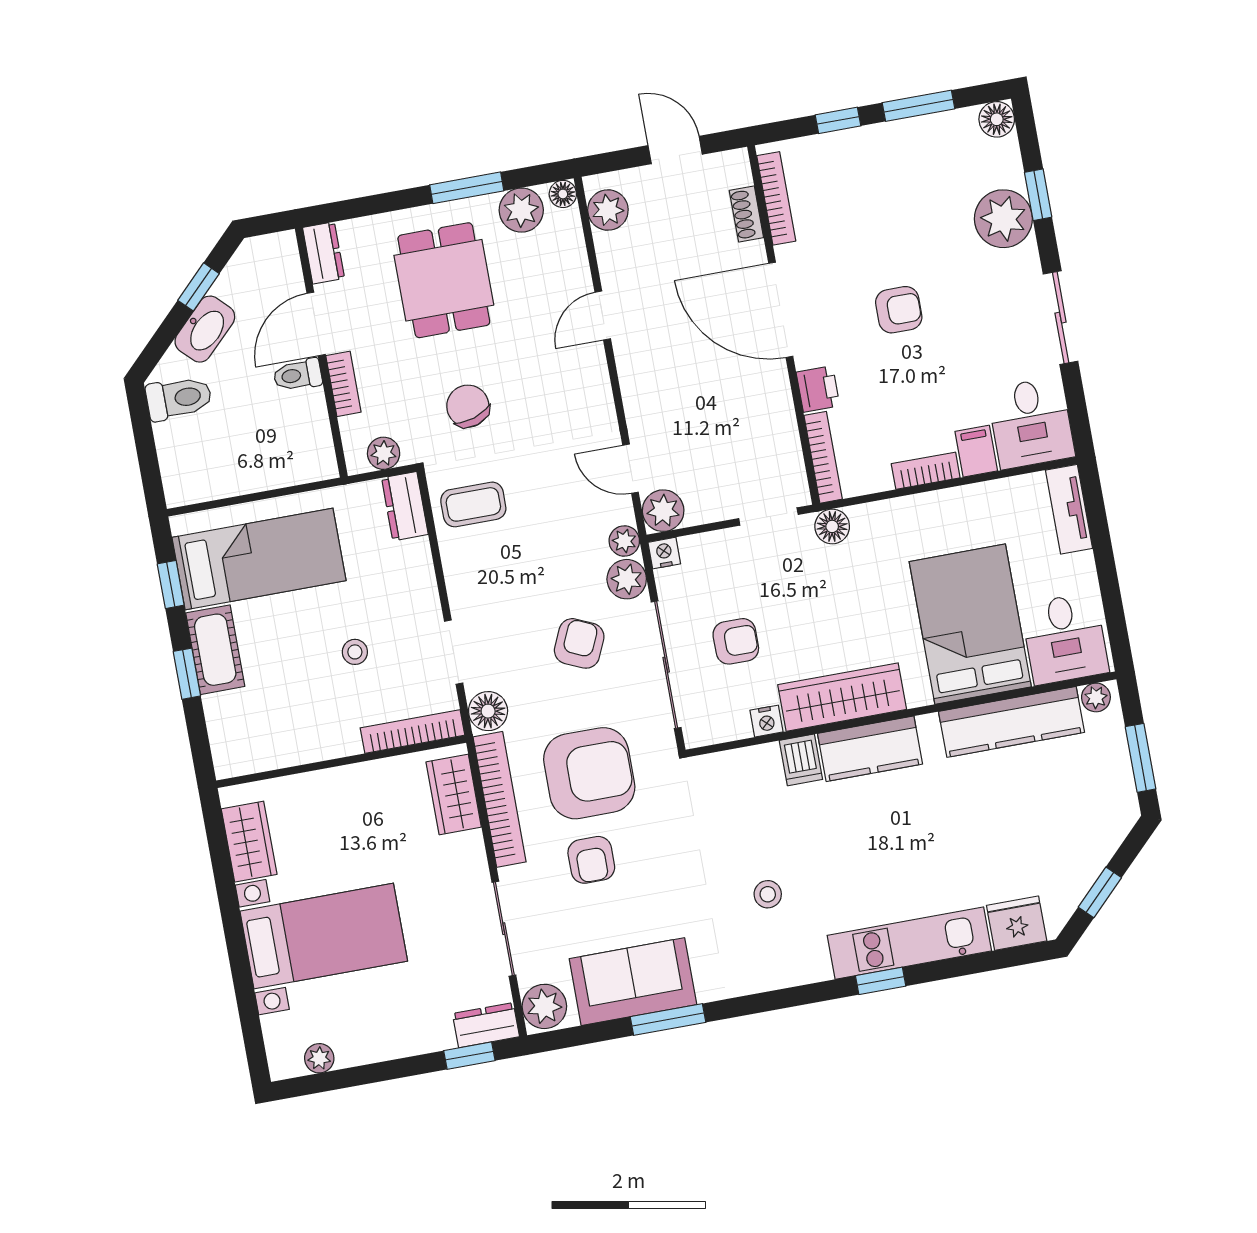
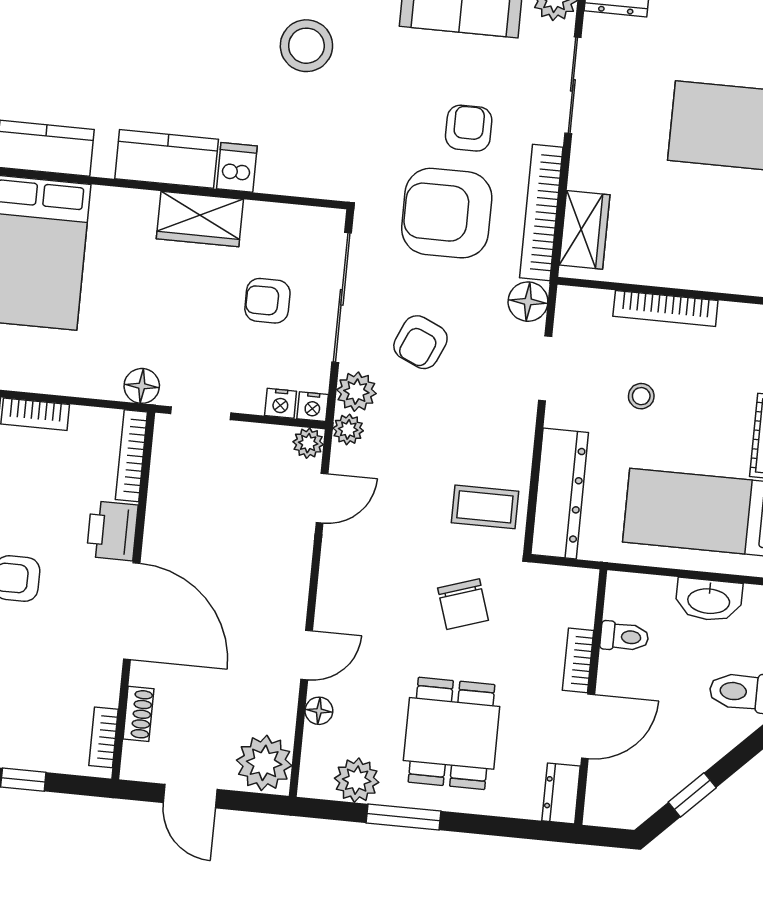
floor lamp: (563, 194) -> (319, 711), moved
bookcase: (776, 198) -> (104, 737), width x0.64
plant: (608, 210) -> (264, 763), width x1.36, depth x1.36
washbasin: (205, 329) -> (709, 600), moved, turned -135
toilet: (298, 375) -> (624, 637), moved
printer: (818, 389) -> (112, 531), width x1.36, depth x1.24
plant: (384, 453) -> (558, 582), removed
door: (631, 469) -> (322, 498), hinge flipped
dresser: (405, 506) -> (560, 494), width x1.96, depth x1.24
plant: (663, 511) -> (308, 443), width x0.73, depth x0.73
wardrobe: (842, 697) -> (200, 219), width x0.67
nightstand: (767, 721) -> (281, 403), moved, turned 180
bookcase: (412, 732) -> (665, 308), moved
stool: (768, 894) -> (306, 46), width x1.89, depth x1.89

